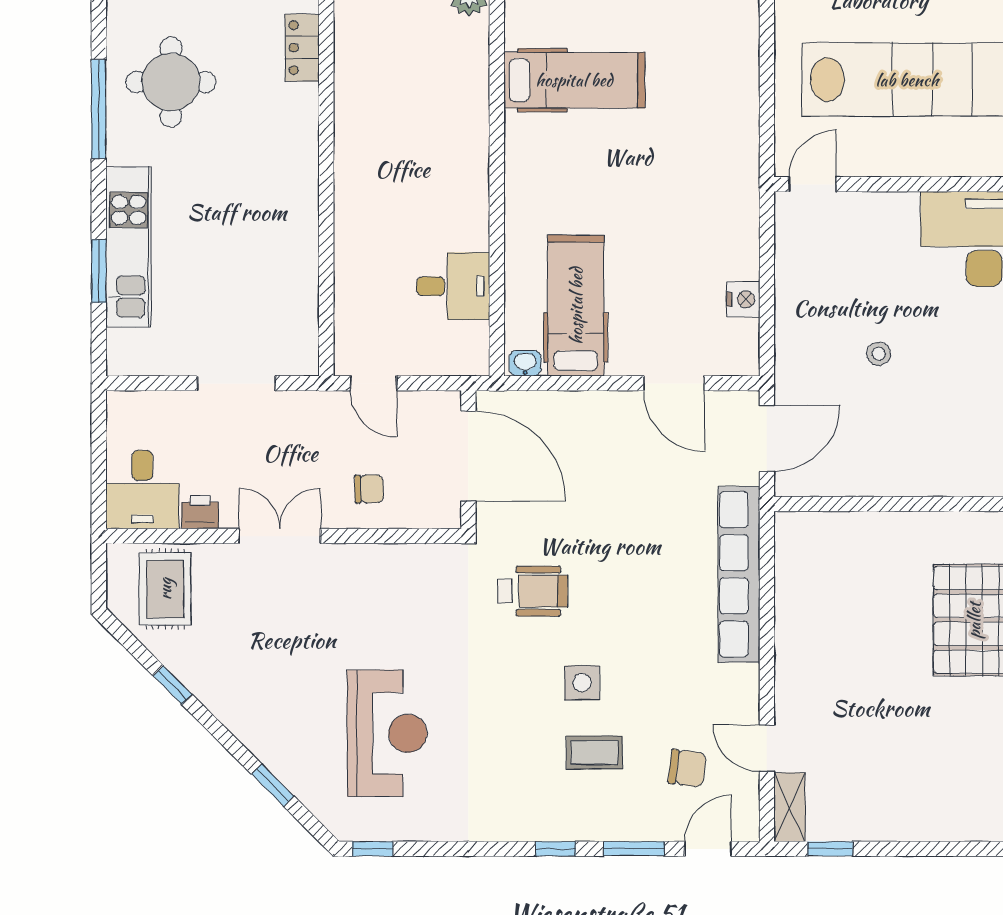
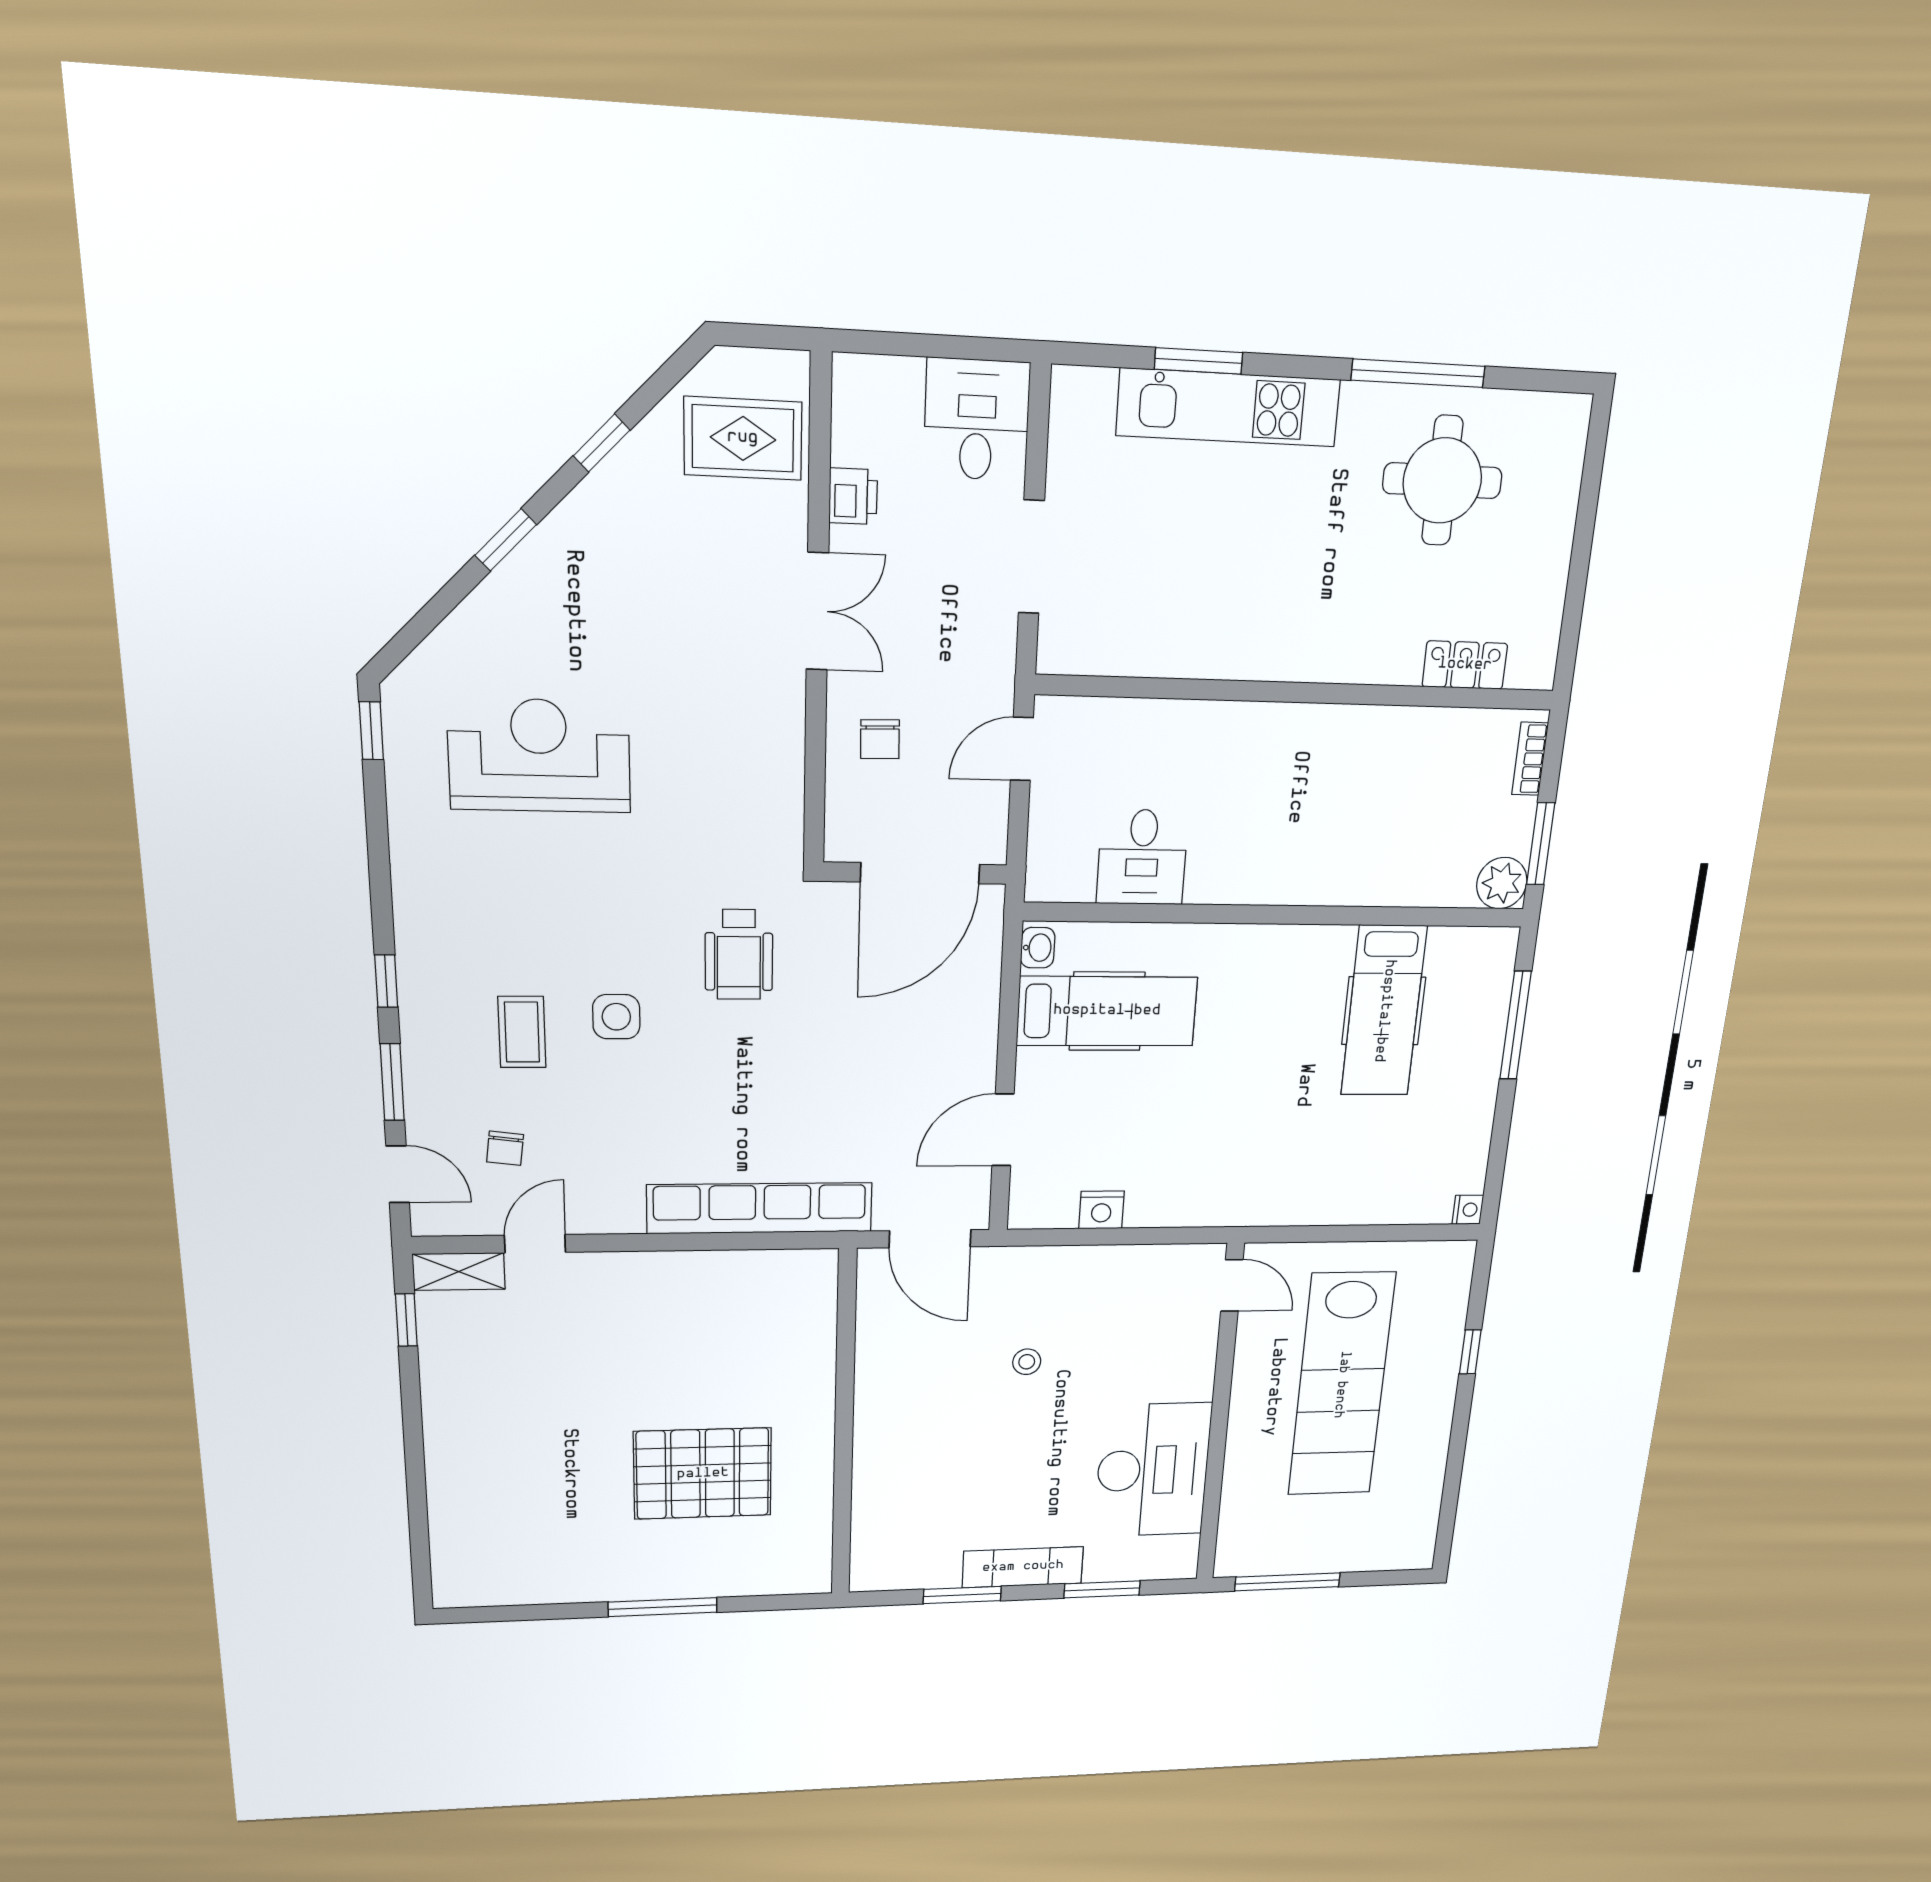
desk: (142, 490) -> (977, 420), moved, turned 90
reception desk: (387, 733) -> (539, 755), turned 180
chair: (687, 768) -> (505, 1148), width x0.73, depth x0.73
window: (273, 785) -> (506, 540), moved

